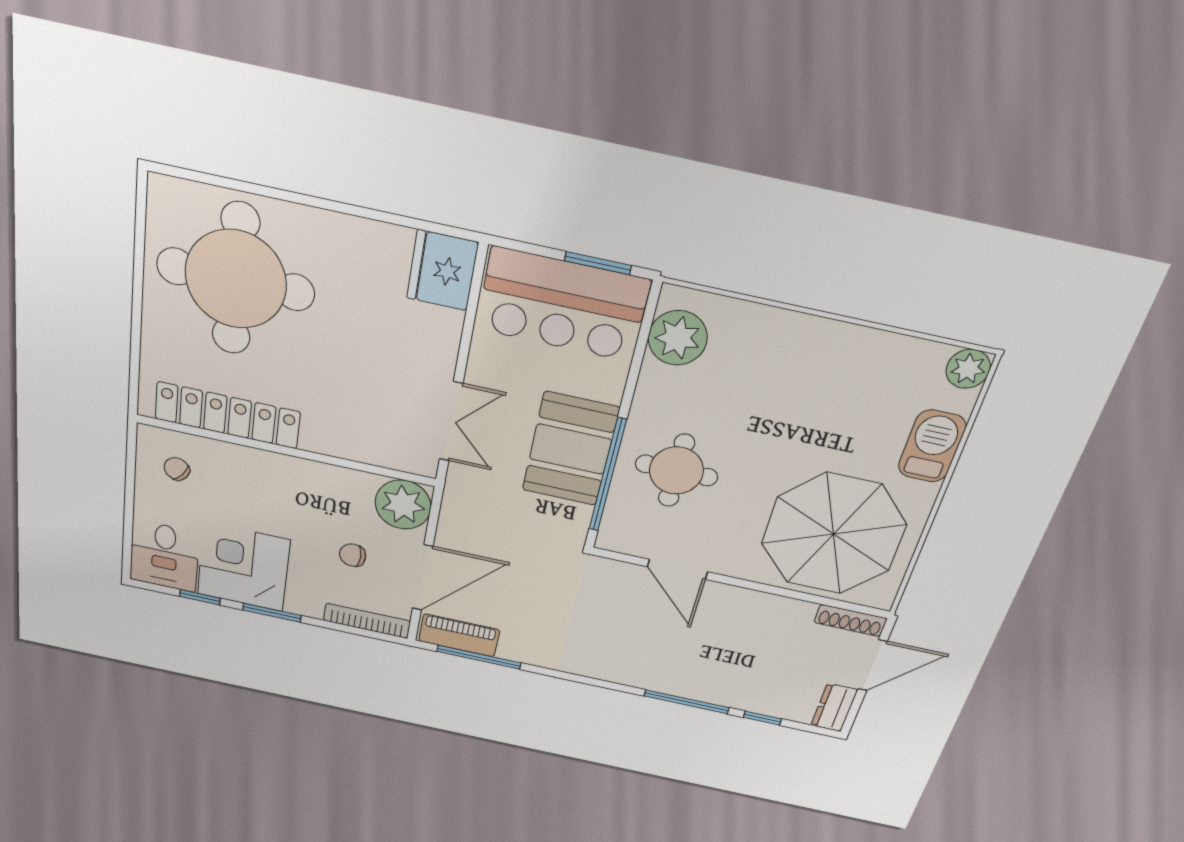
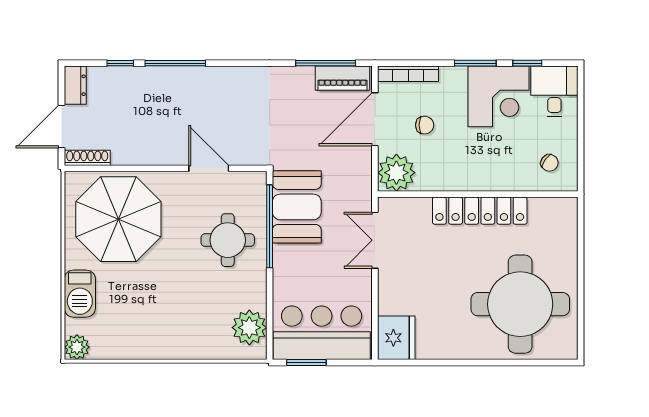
locker: (227, 415) -> (480, 211), moved
booth: (570, 449) -> (297, 207), moved

